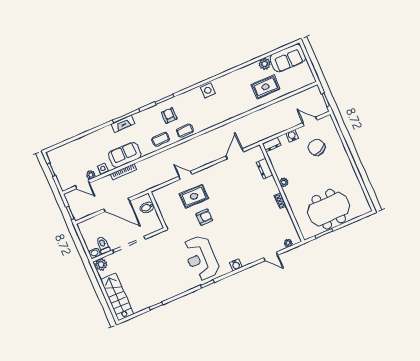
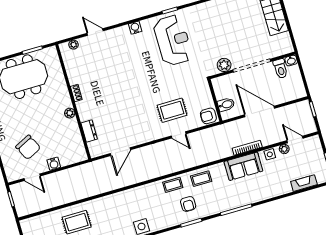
fireplace: (123, 124) -> (304, 183), moved
dresser: (272, 144) -> (78, 157), removed
armchair: (204, 217) -> (208, 116), moved
plant: (101, 265) -> (224, 65), moved

